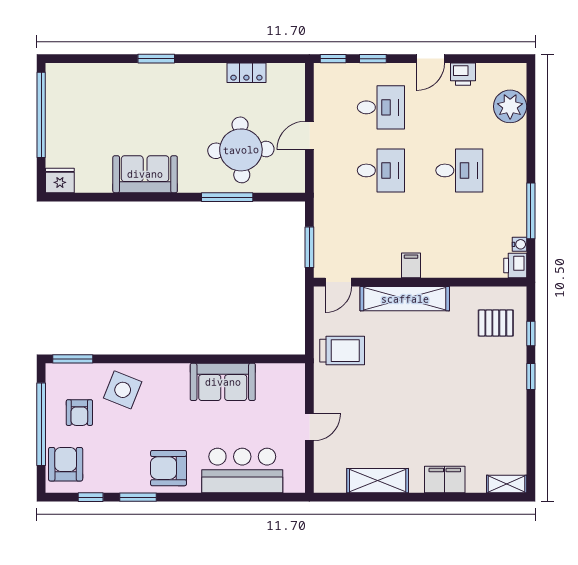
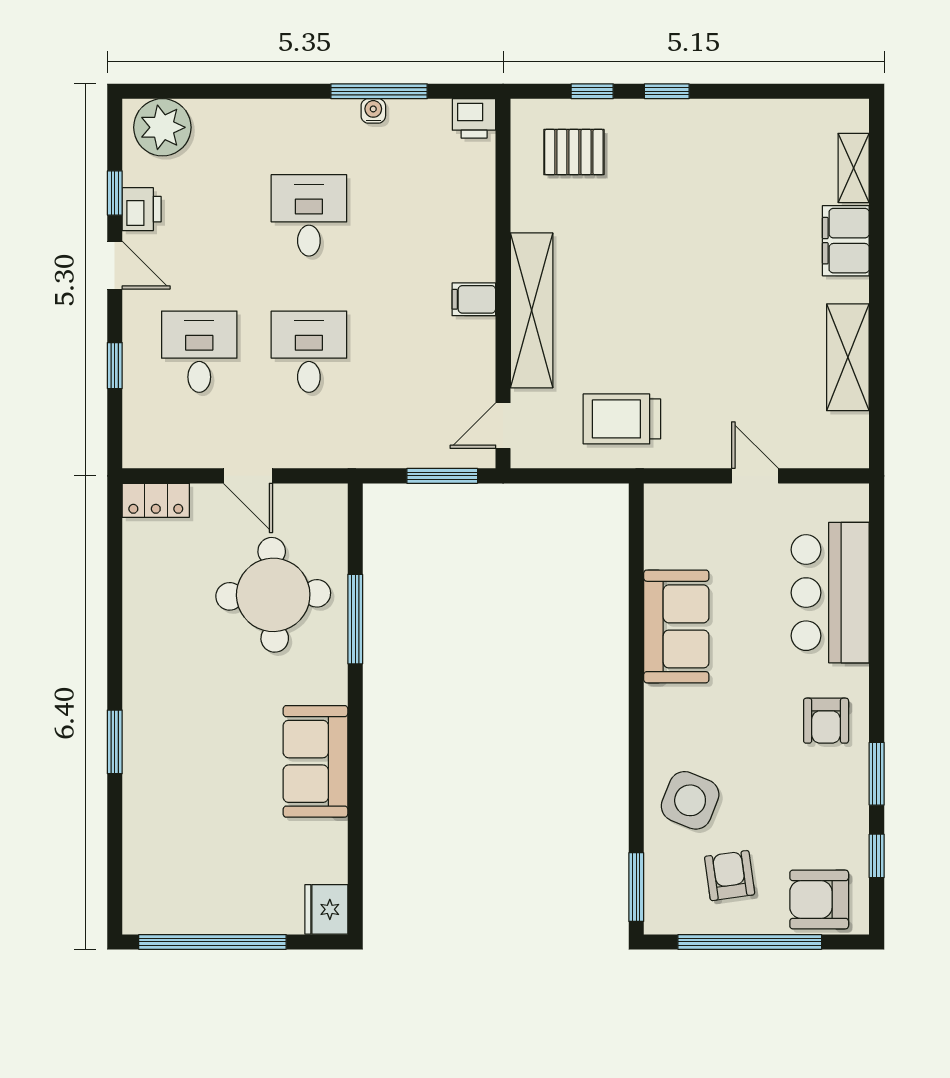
window: (333, 59) -> (115, 193), moved
locker: (246, 73) -> (156, 500), moved, turned 90
plant: (510, 106) -> (162, 127), moved
water cooler: (519, 244) -> (373, 111), moved
door: (338, 282) -> (503, 426), swing flipped
pallet: (496, 323) -> (574, 152), turned 90
trolley: (342, 351) -> (622, 419), turned -90
armchair: (79, 413) -> (730, 876), turned -98
armchair: (168, 468) -> (826, 721), width x0.72, depth x0.72
shelving: (507, 484) -> (854, 168), moved

